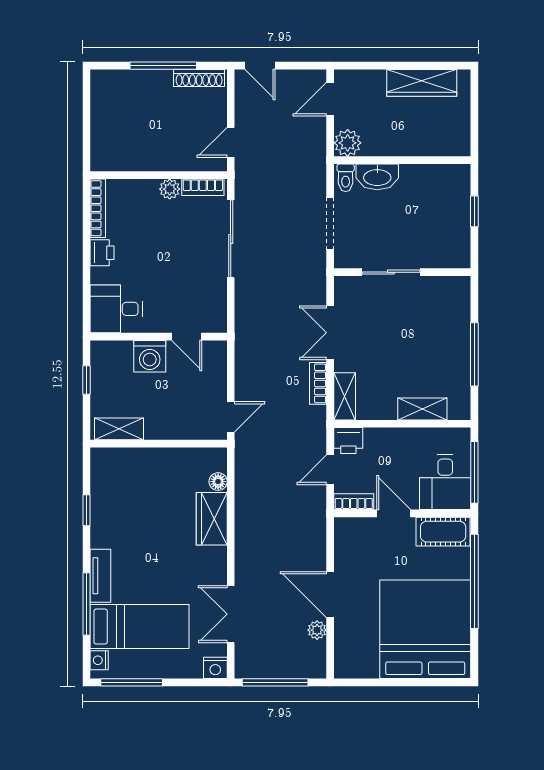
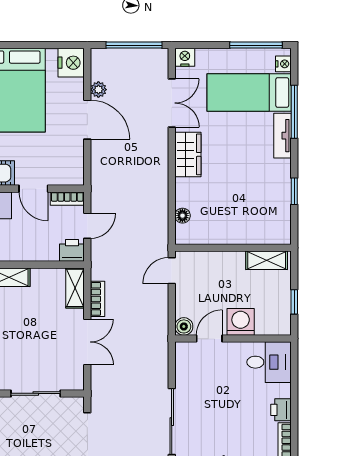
door: (187, 337) -> (209, 339), hinge flipped
boiler: (217, 351) -> (184, 326), added
wardrobe: (212, 519) -> (188, 154), moved
nightstand: (349, 662) -> (71, 63), added

